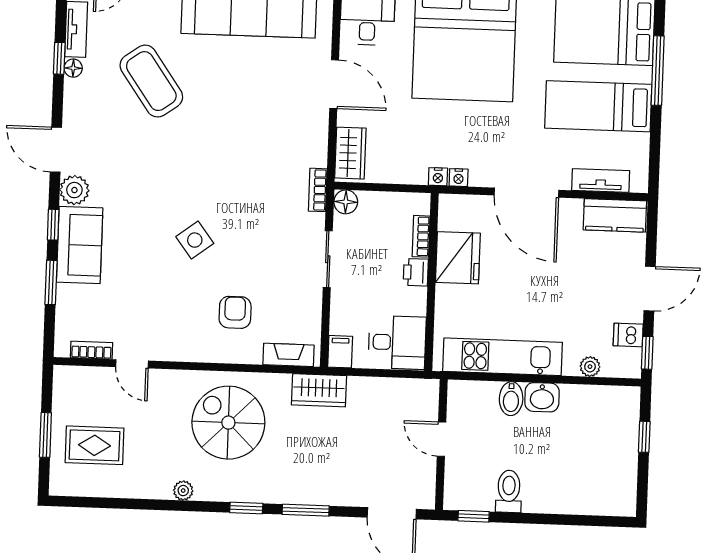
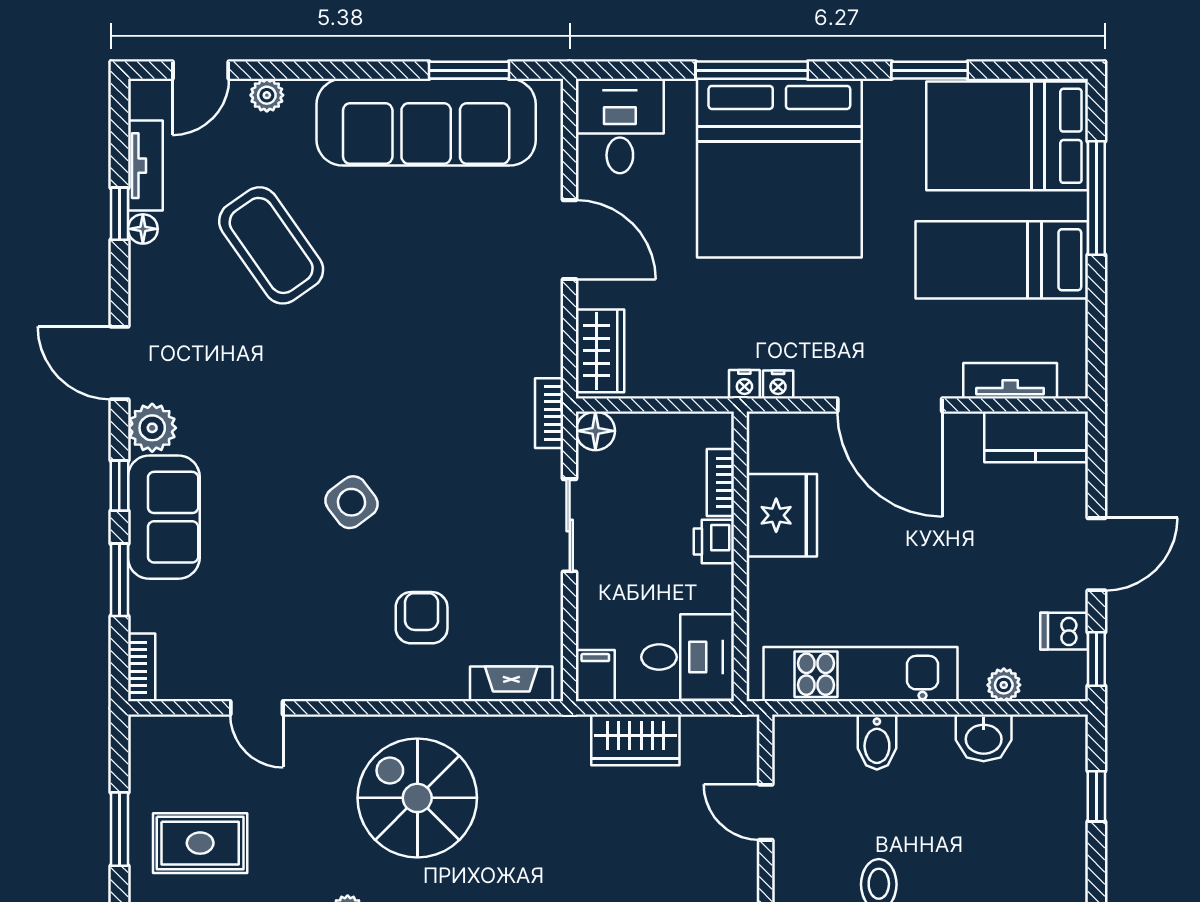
bookcase: (92, 350) -> (142, 667), moved, turned 90
wardrobe: (319, 390) -> (635, 740), moved
washbasin: (542, 397) -> (984, 738), moved

